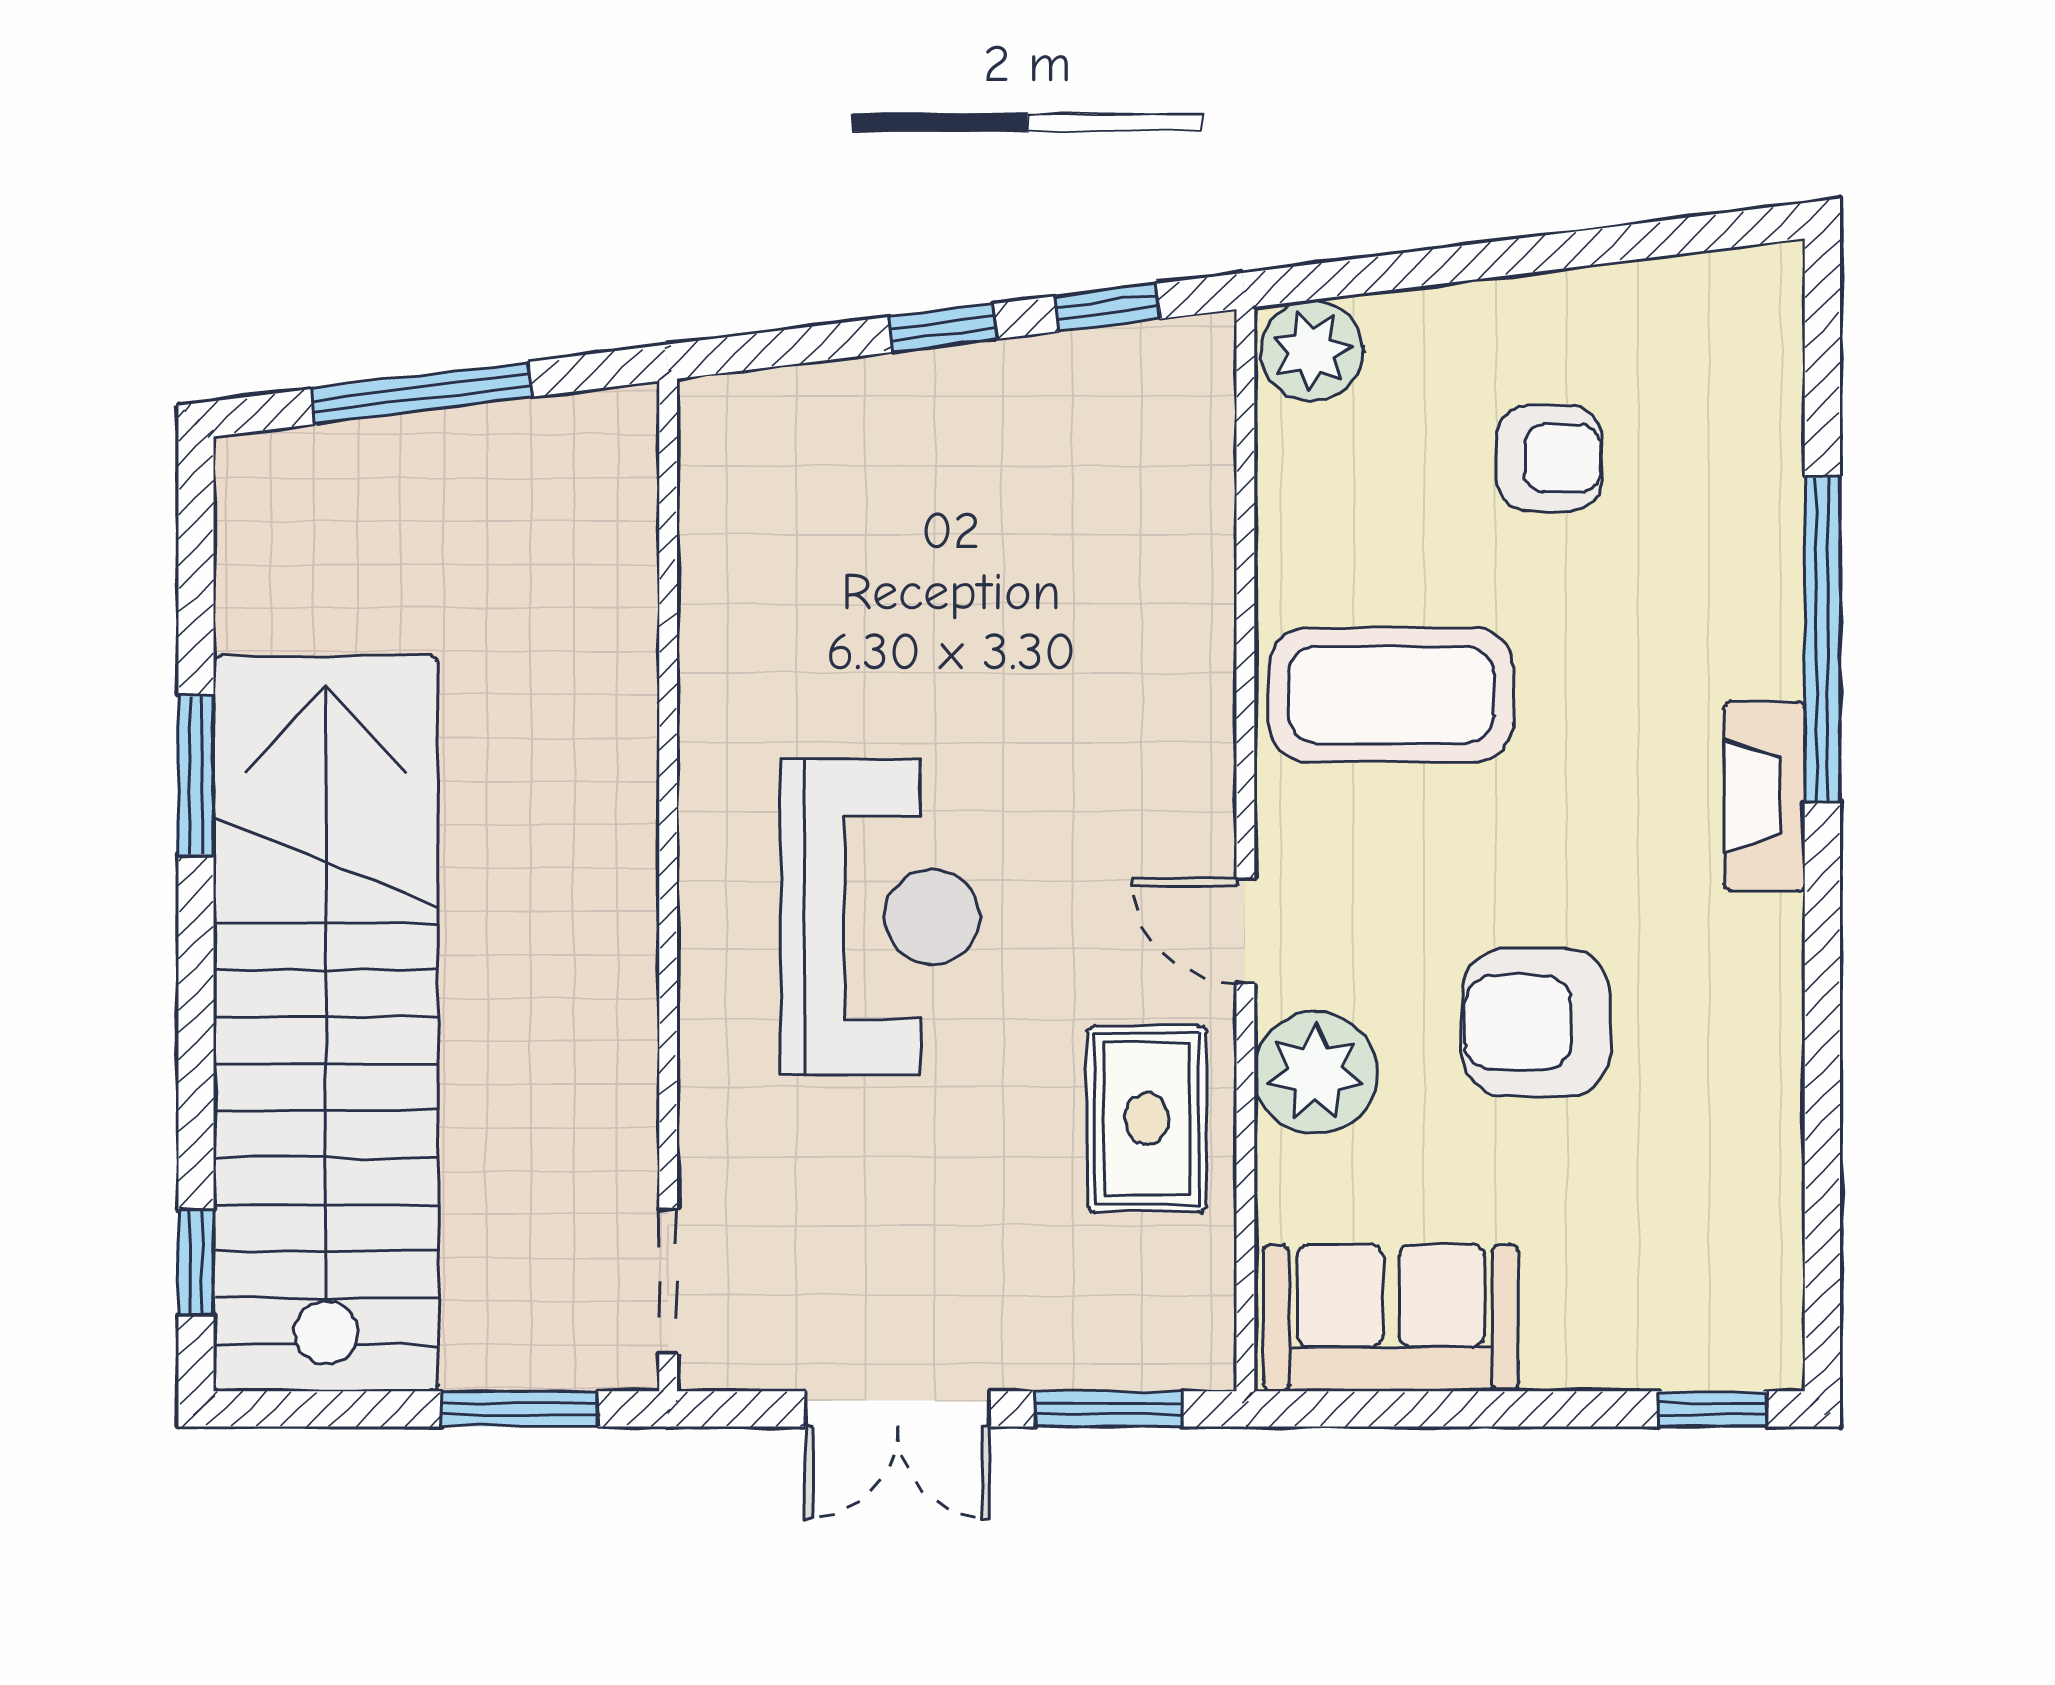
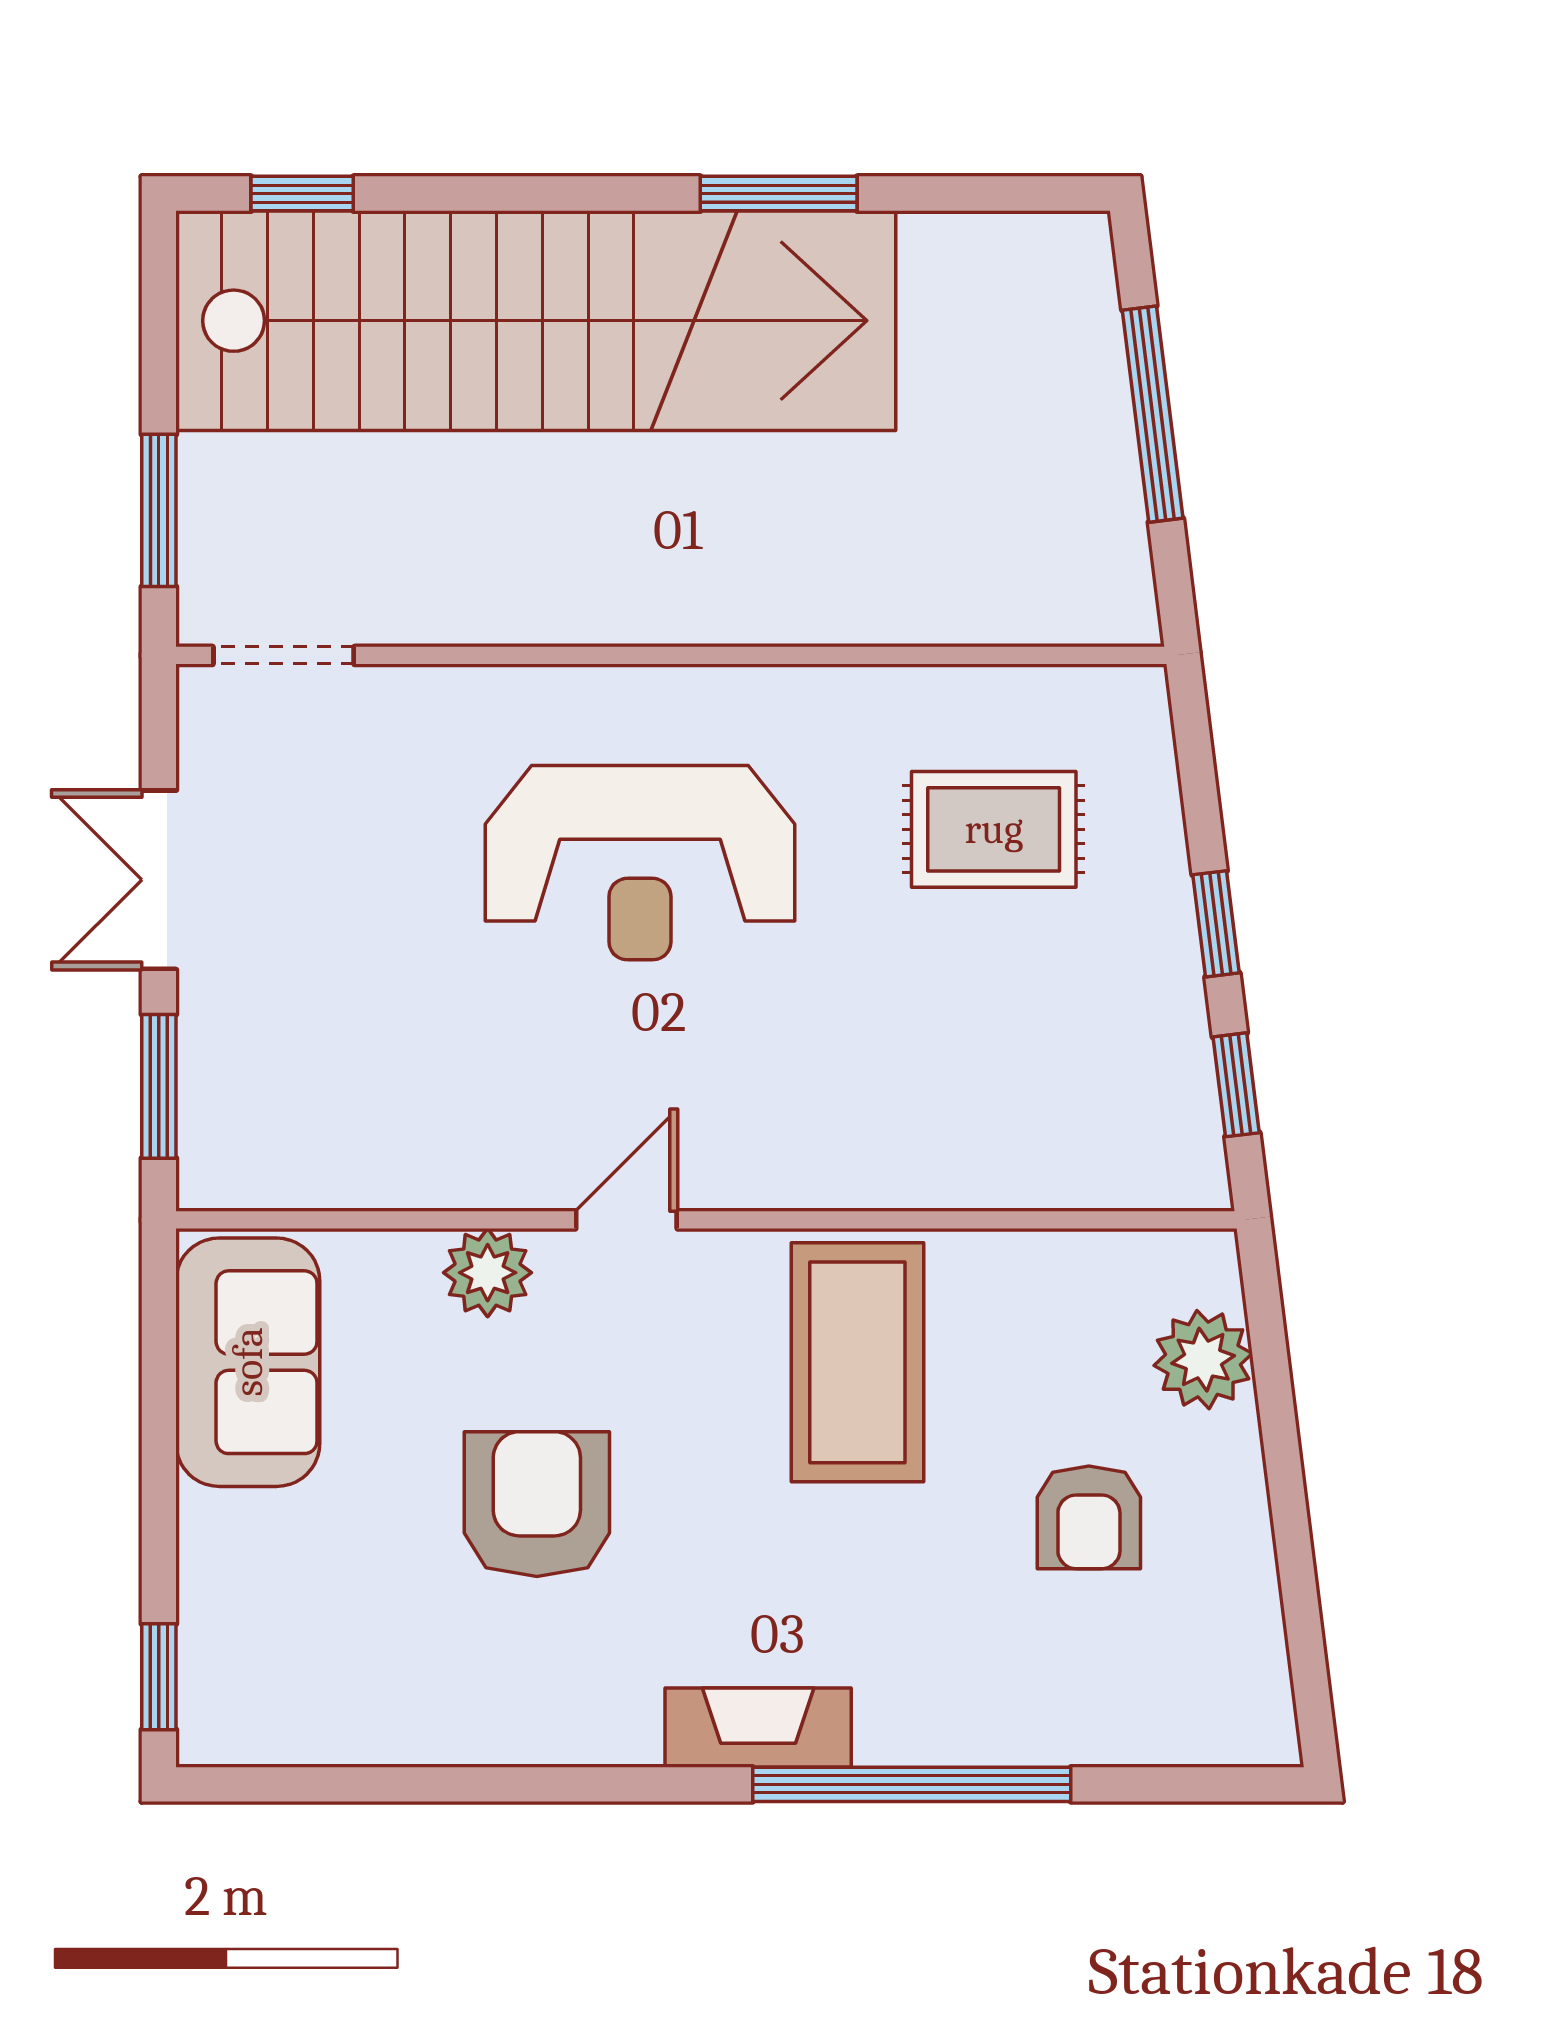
plant: (1312, 351) -> (1203, 1360), moved
plant: (1316, 1073) -> (488, 1273), width x0.73, depth x0.73
rug: (1147, 1119) -> (994, 829), moved

